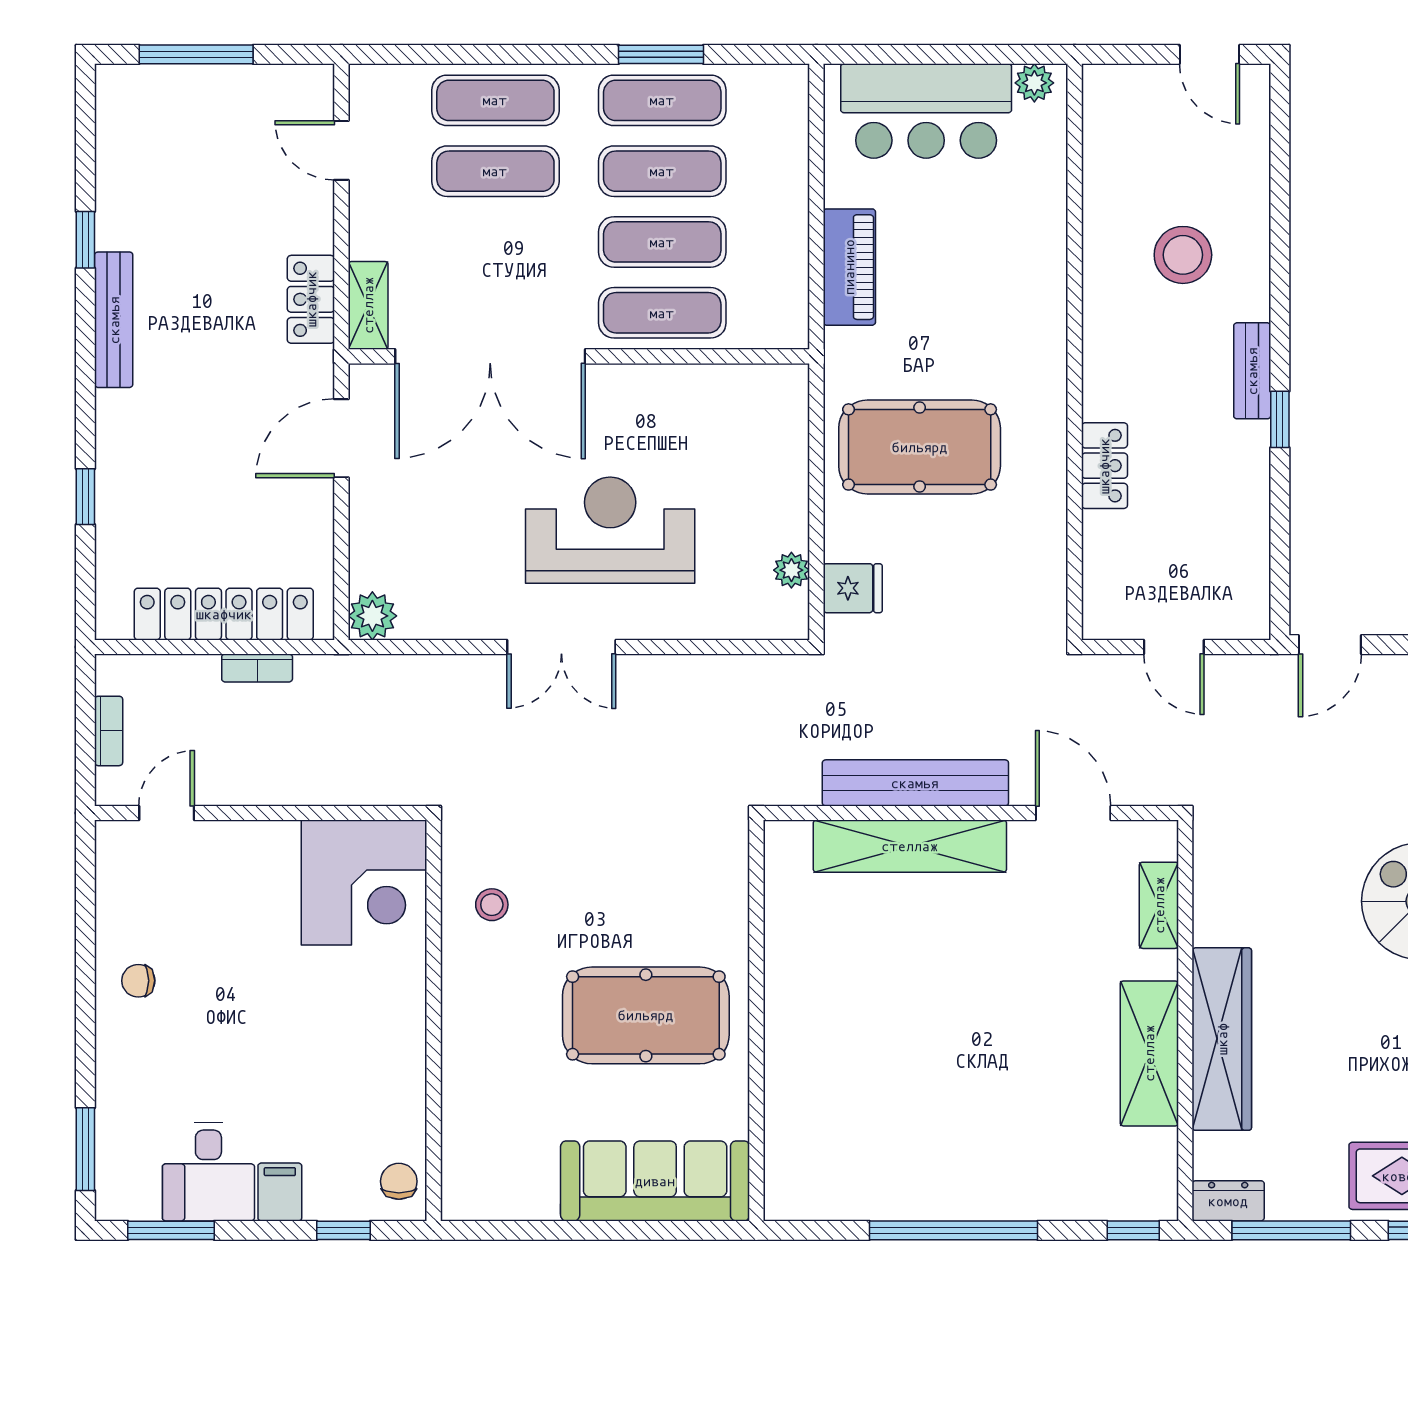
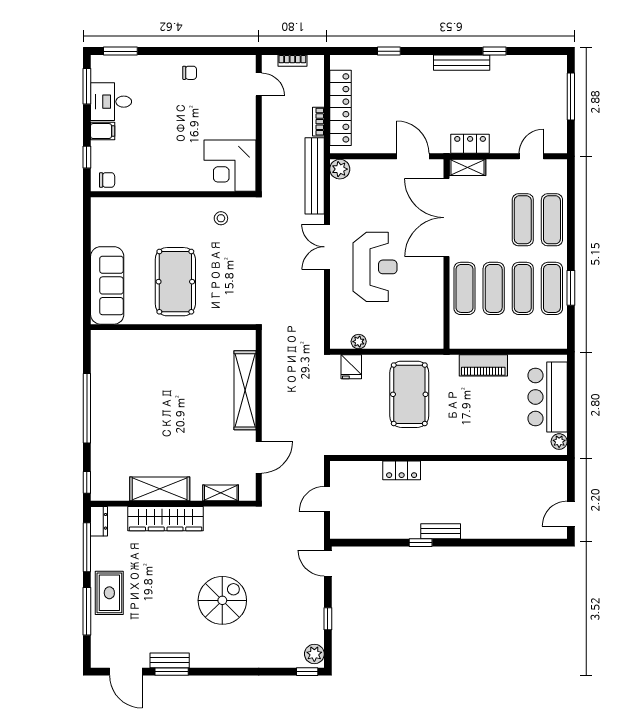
stool: (1183, 255) -> (488, 503), removed
bench: (915, 783) -> (315, 176), moved
chair: (138, 981) -> (190, 73), turned 90

